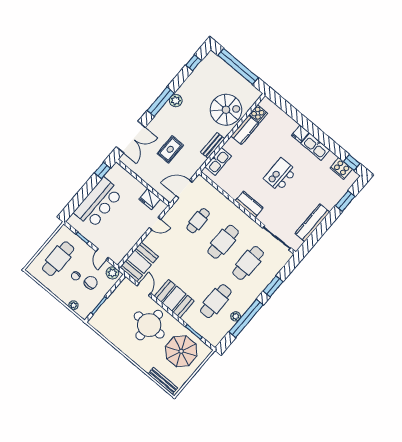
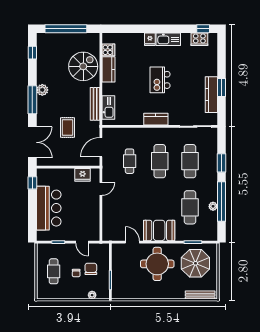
bench: (213, 145) -> (95, 104), width x1.36
window: (345, 201) -> (222, 88), moved
cafe table: (58, 259) -> (54, 271), width x0.73, depth x0.74
booth: (139, 262) -> (113, 225), removed
plant: (112, 273) -> (100, 249), removed

